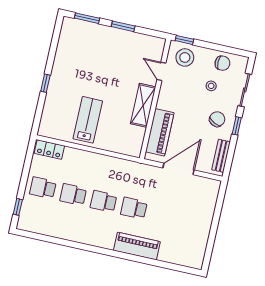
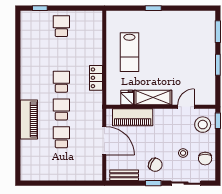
lab bench: (88, 120) -> (129, 52), turned 90
fridge: (137, 133) -> (127, 98), added
locker: (49, 149) -> (96, 78), moved
school desk: (73, 195) -> (61, 137), moved

